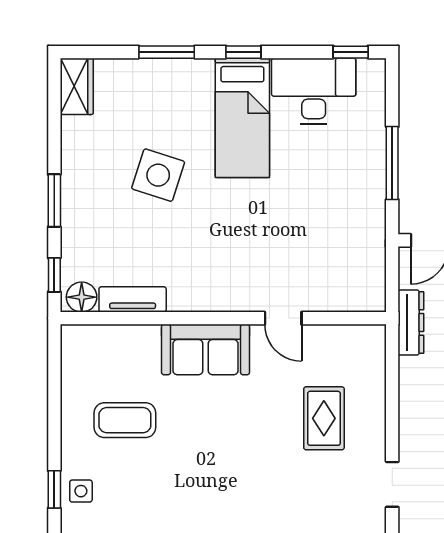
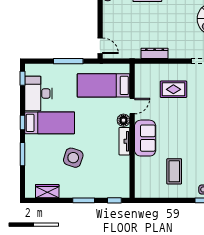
wardrobe: (77, 86) -> (47, 191), moved
bed: (333, 249) -> (104, 85), added
floor lamp: (82, 297) -> (123, 120), moved
tv unit: (133, 299) -> (124, 141), moved
dresser: (411, 323) -> (155, 53), moved

